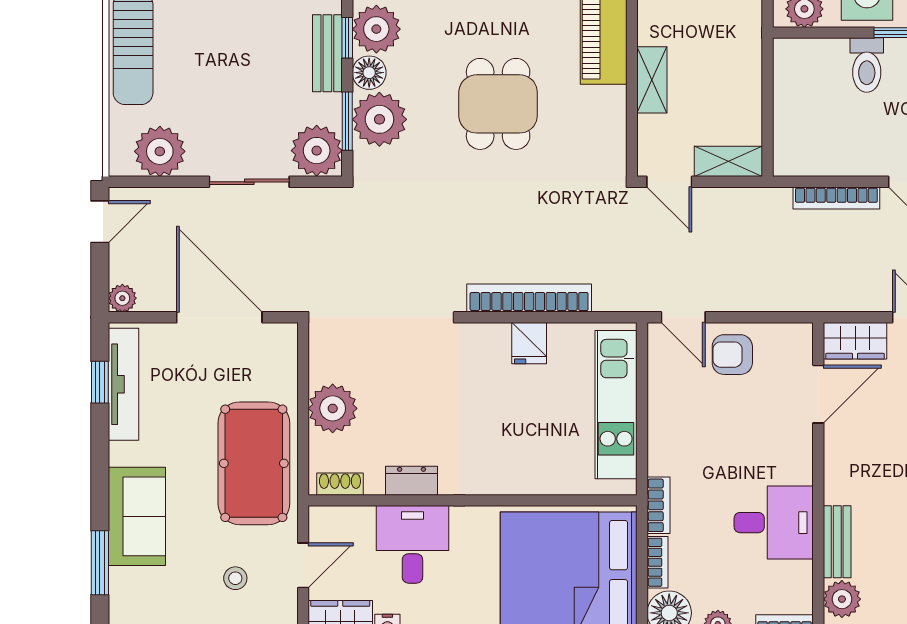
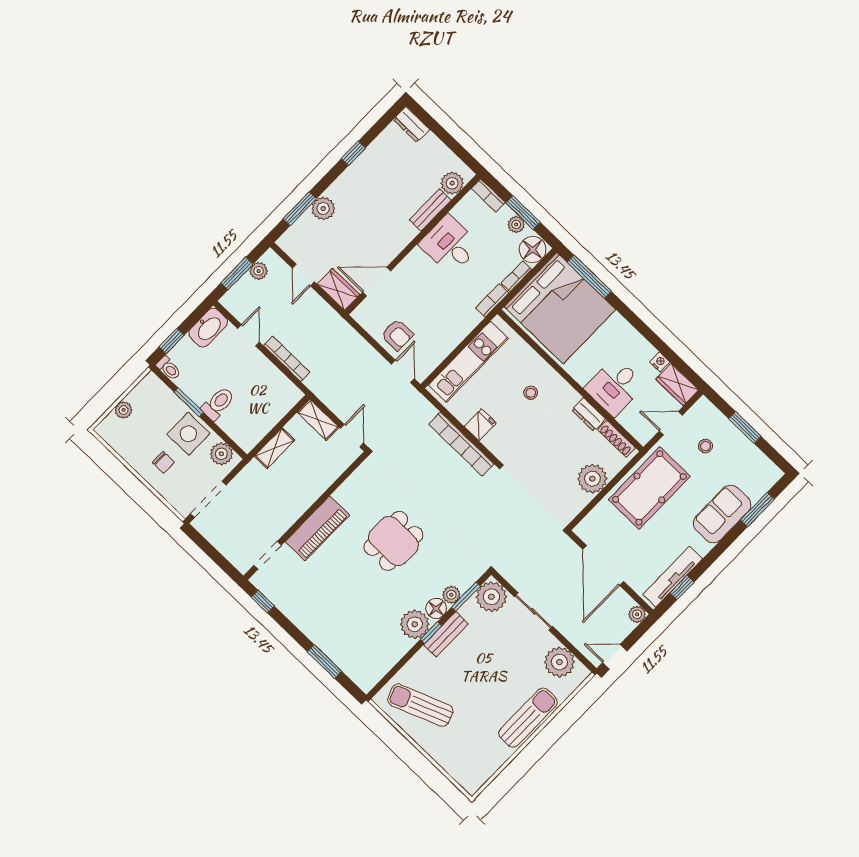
shelving: (652, 80) -> (275, 448), moved
plant: (379, 119) -> (451, 595), width x0.53, depth x0.53
stool: (506, 440) -> (531, 393), added
shoe rack: (340, 484) -> (617, 439), width x1.43

